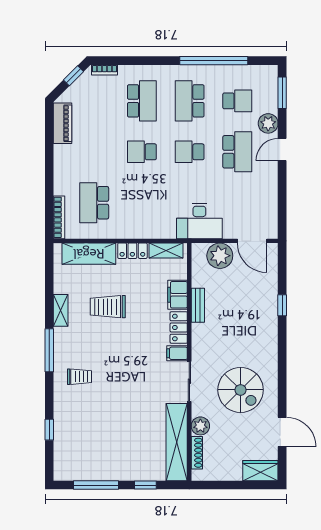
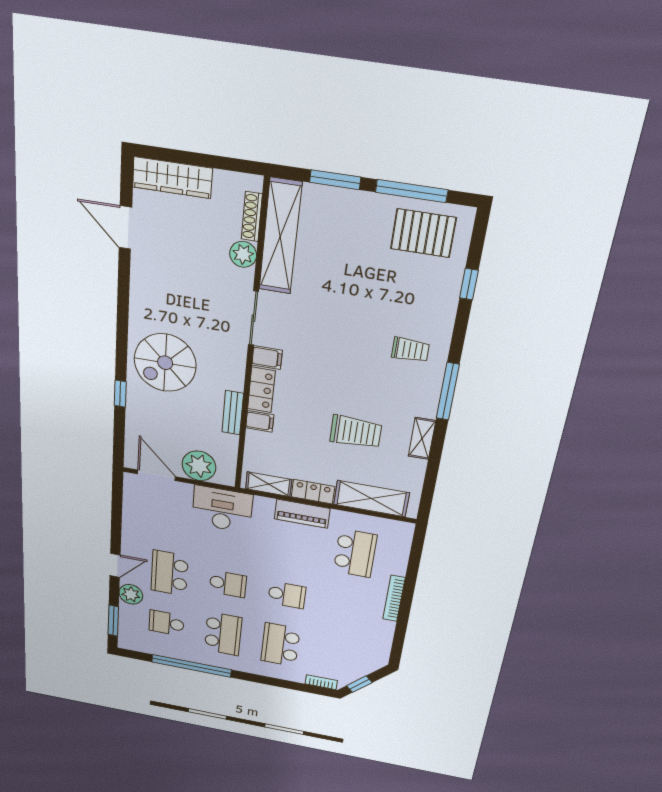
piano: (63, 123) -> (302, 514), moved, turned -90
bookcase: (59, 217) -> (394, 598), moved
filing cabinet: (178, 295) -> (260, 421), width x0.50
trolley: (80, 377) -> (410, 350), turned 180
spiral stairs: (241, 390) -> (165, 363), moved, turned -90
pallet: (84, 459) -> (423, 233), added
wardrobe: (260, 471) -> (172, 178), width x1.50
window: (145, 485) -> (335, 180), width x1.50

